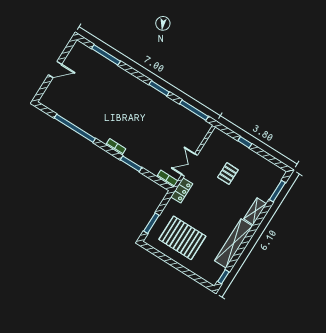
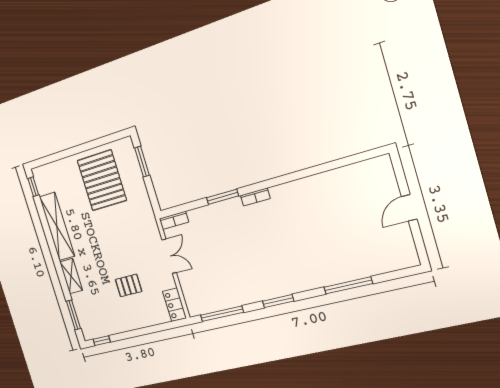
window: (106, 55) -> (348, 285), moved
window: (75, 128) -> (317, 170), removed
window: (245, 142) -> (102, 341), moved
pallet: (228, 174) -> (129, 285), turned 90
locker: (182, 190) -> (174, 305), moved
pallet: (182, 238) -> (102, 180), turned 90

